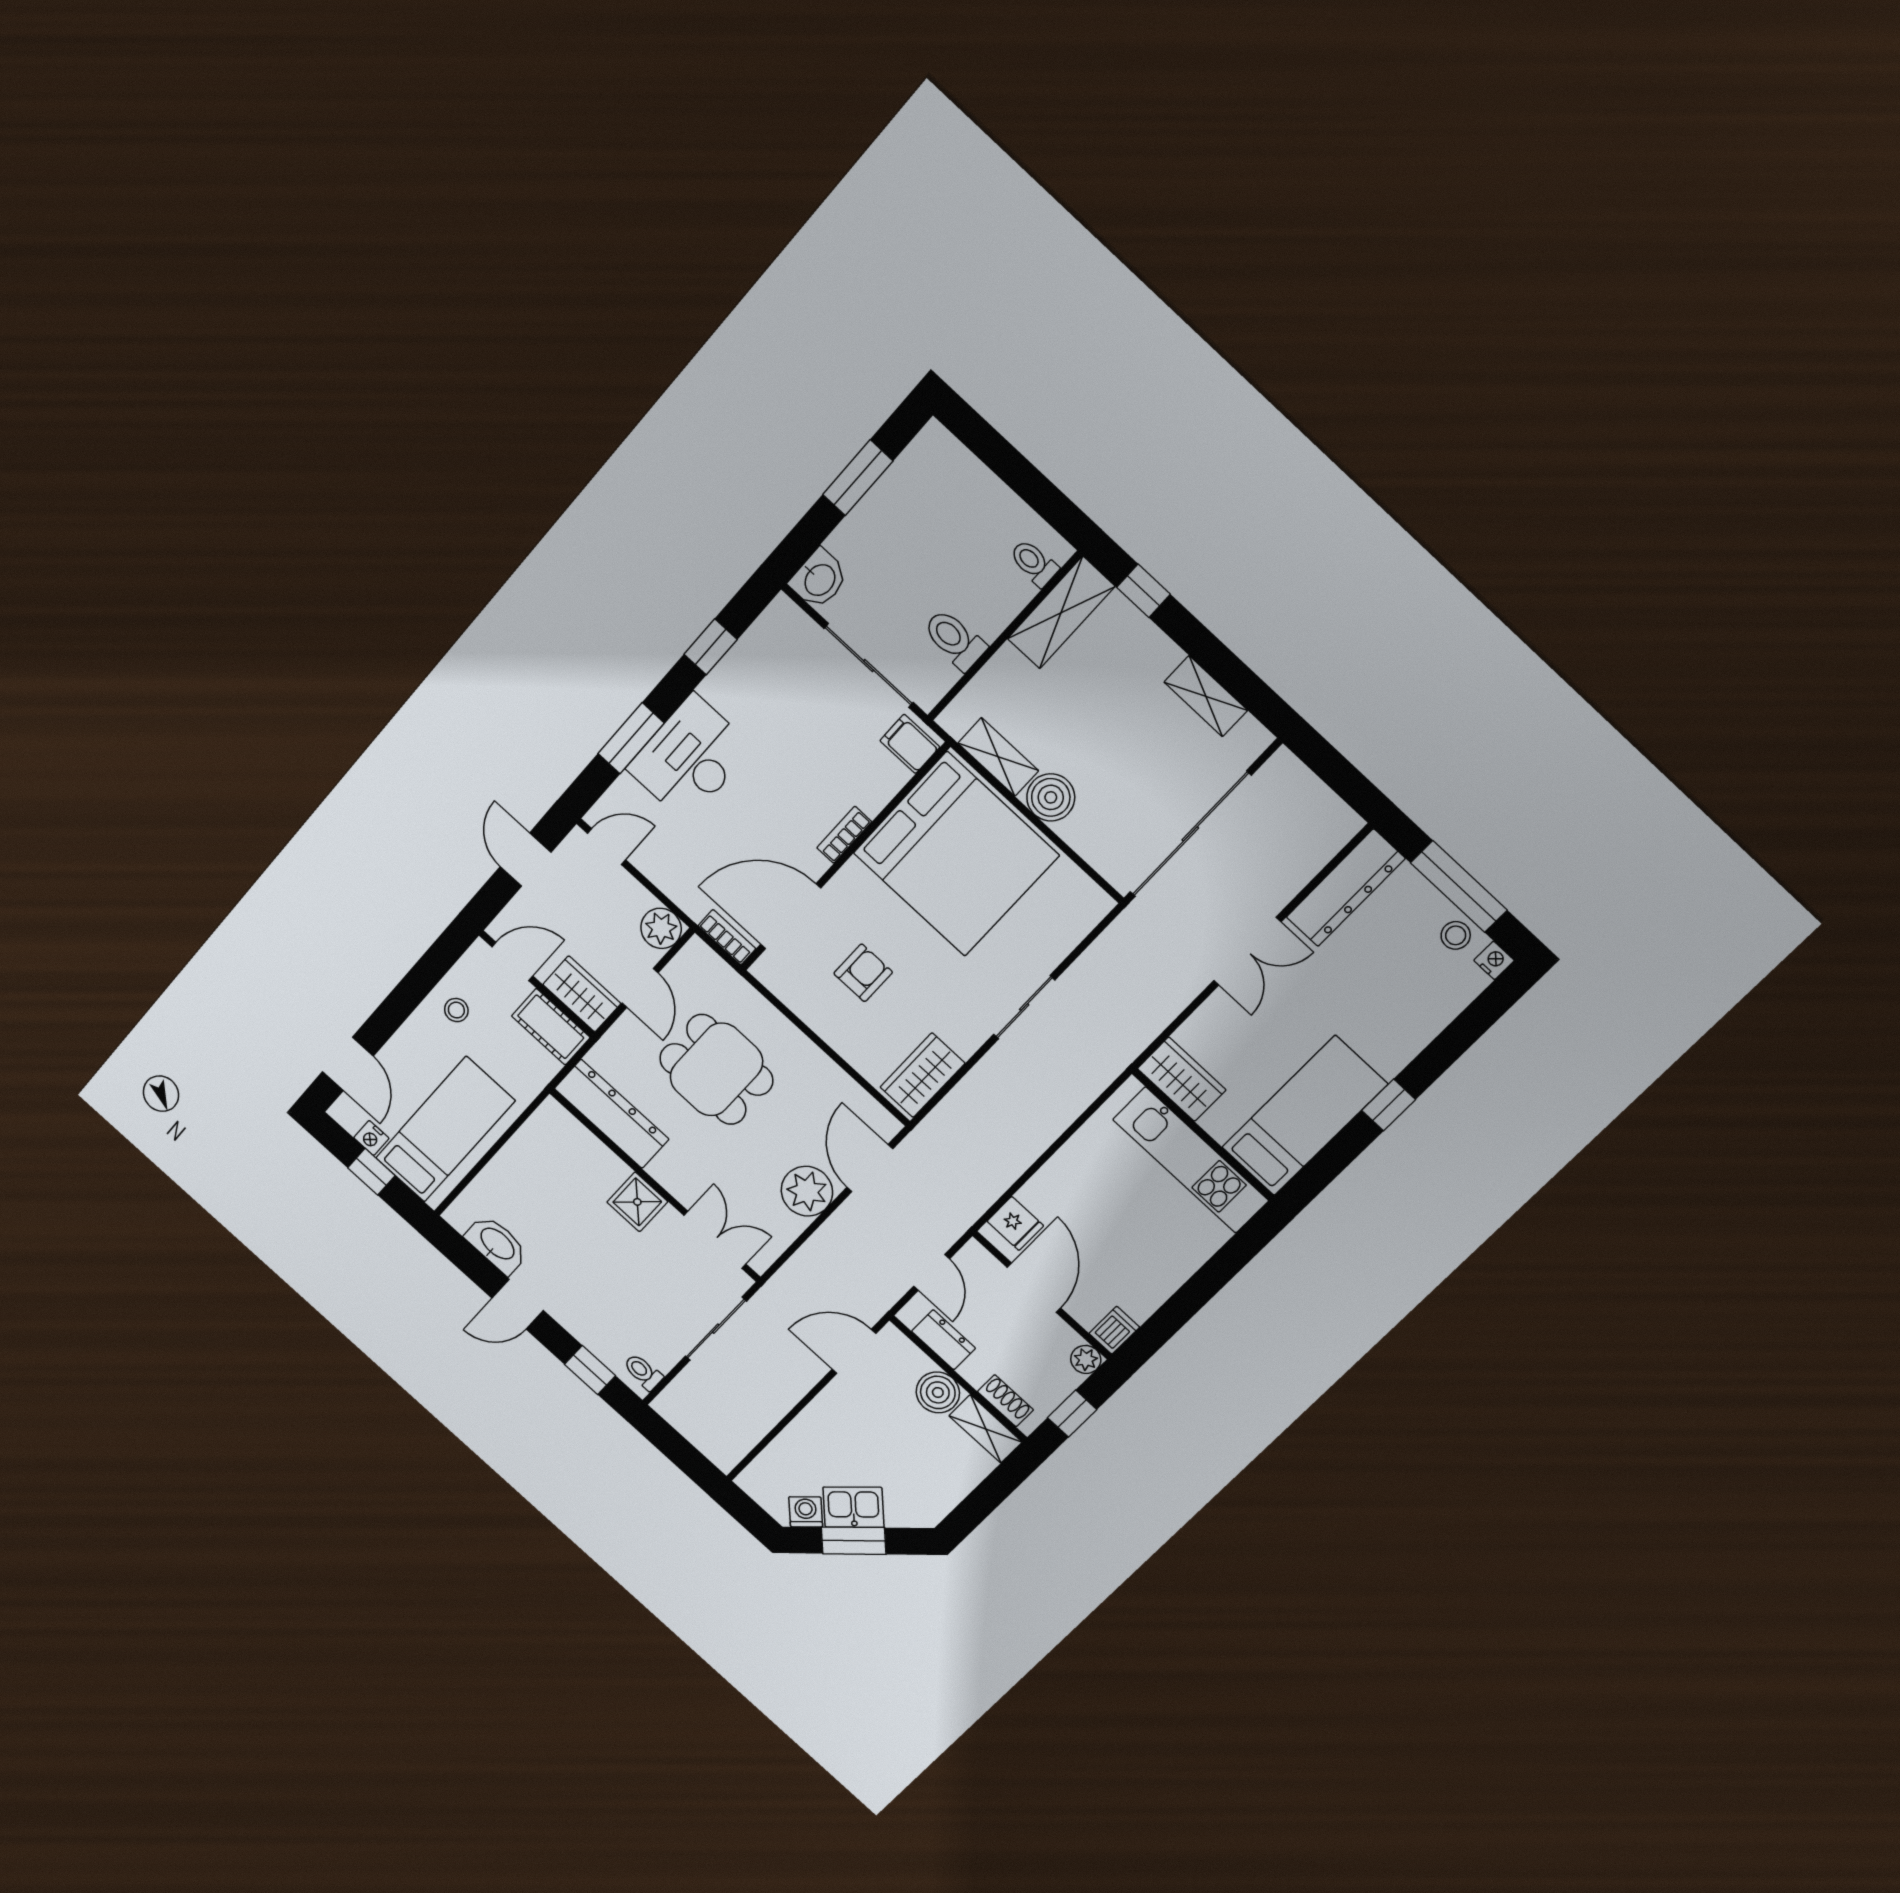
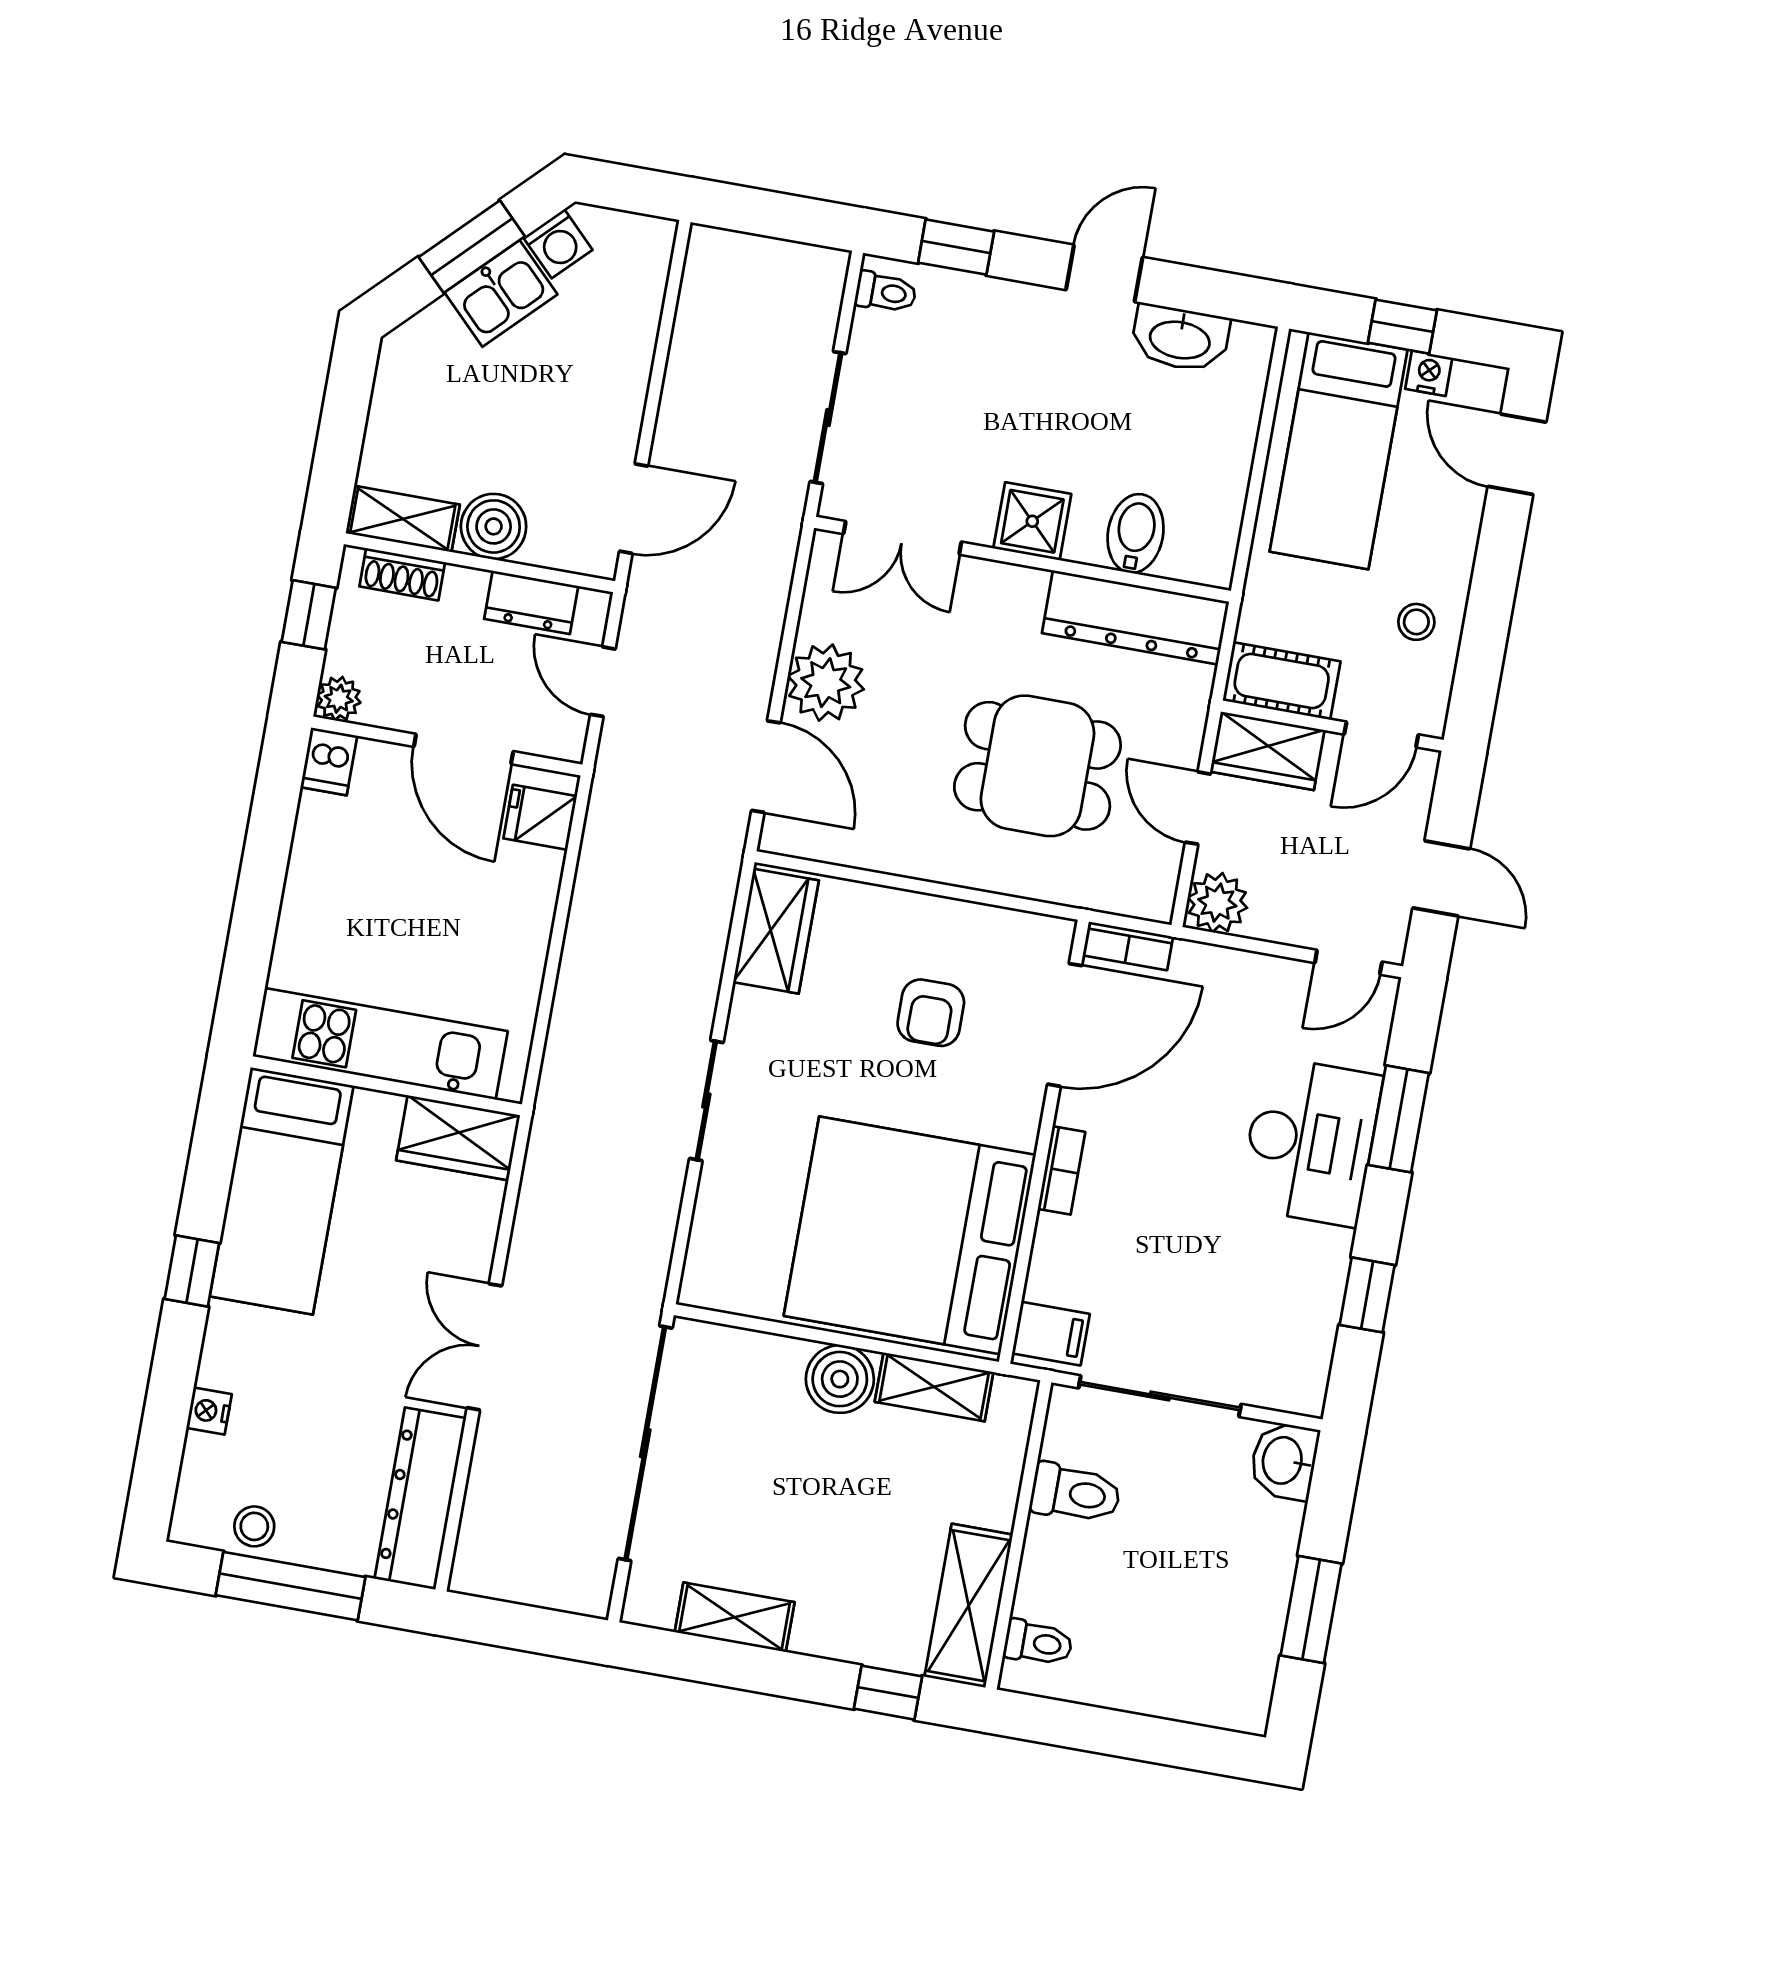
nightstand: (1494, 960) -> (209, 1411), moved, turned 90
bidet: (584, 1158) -> (1136, 533), added

